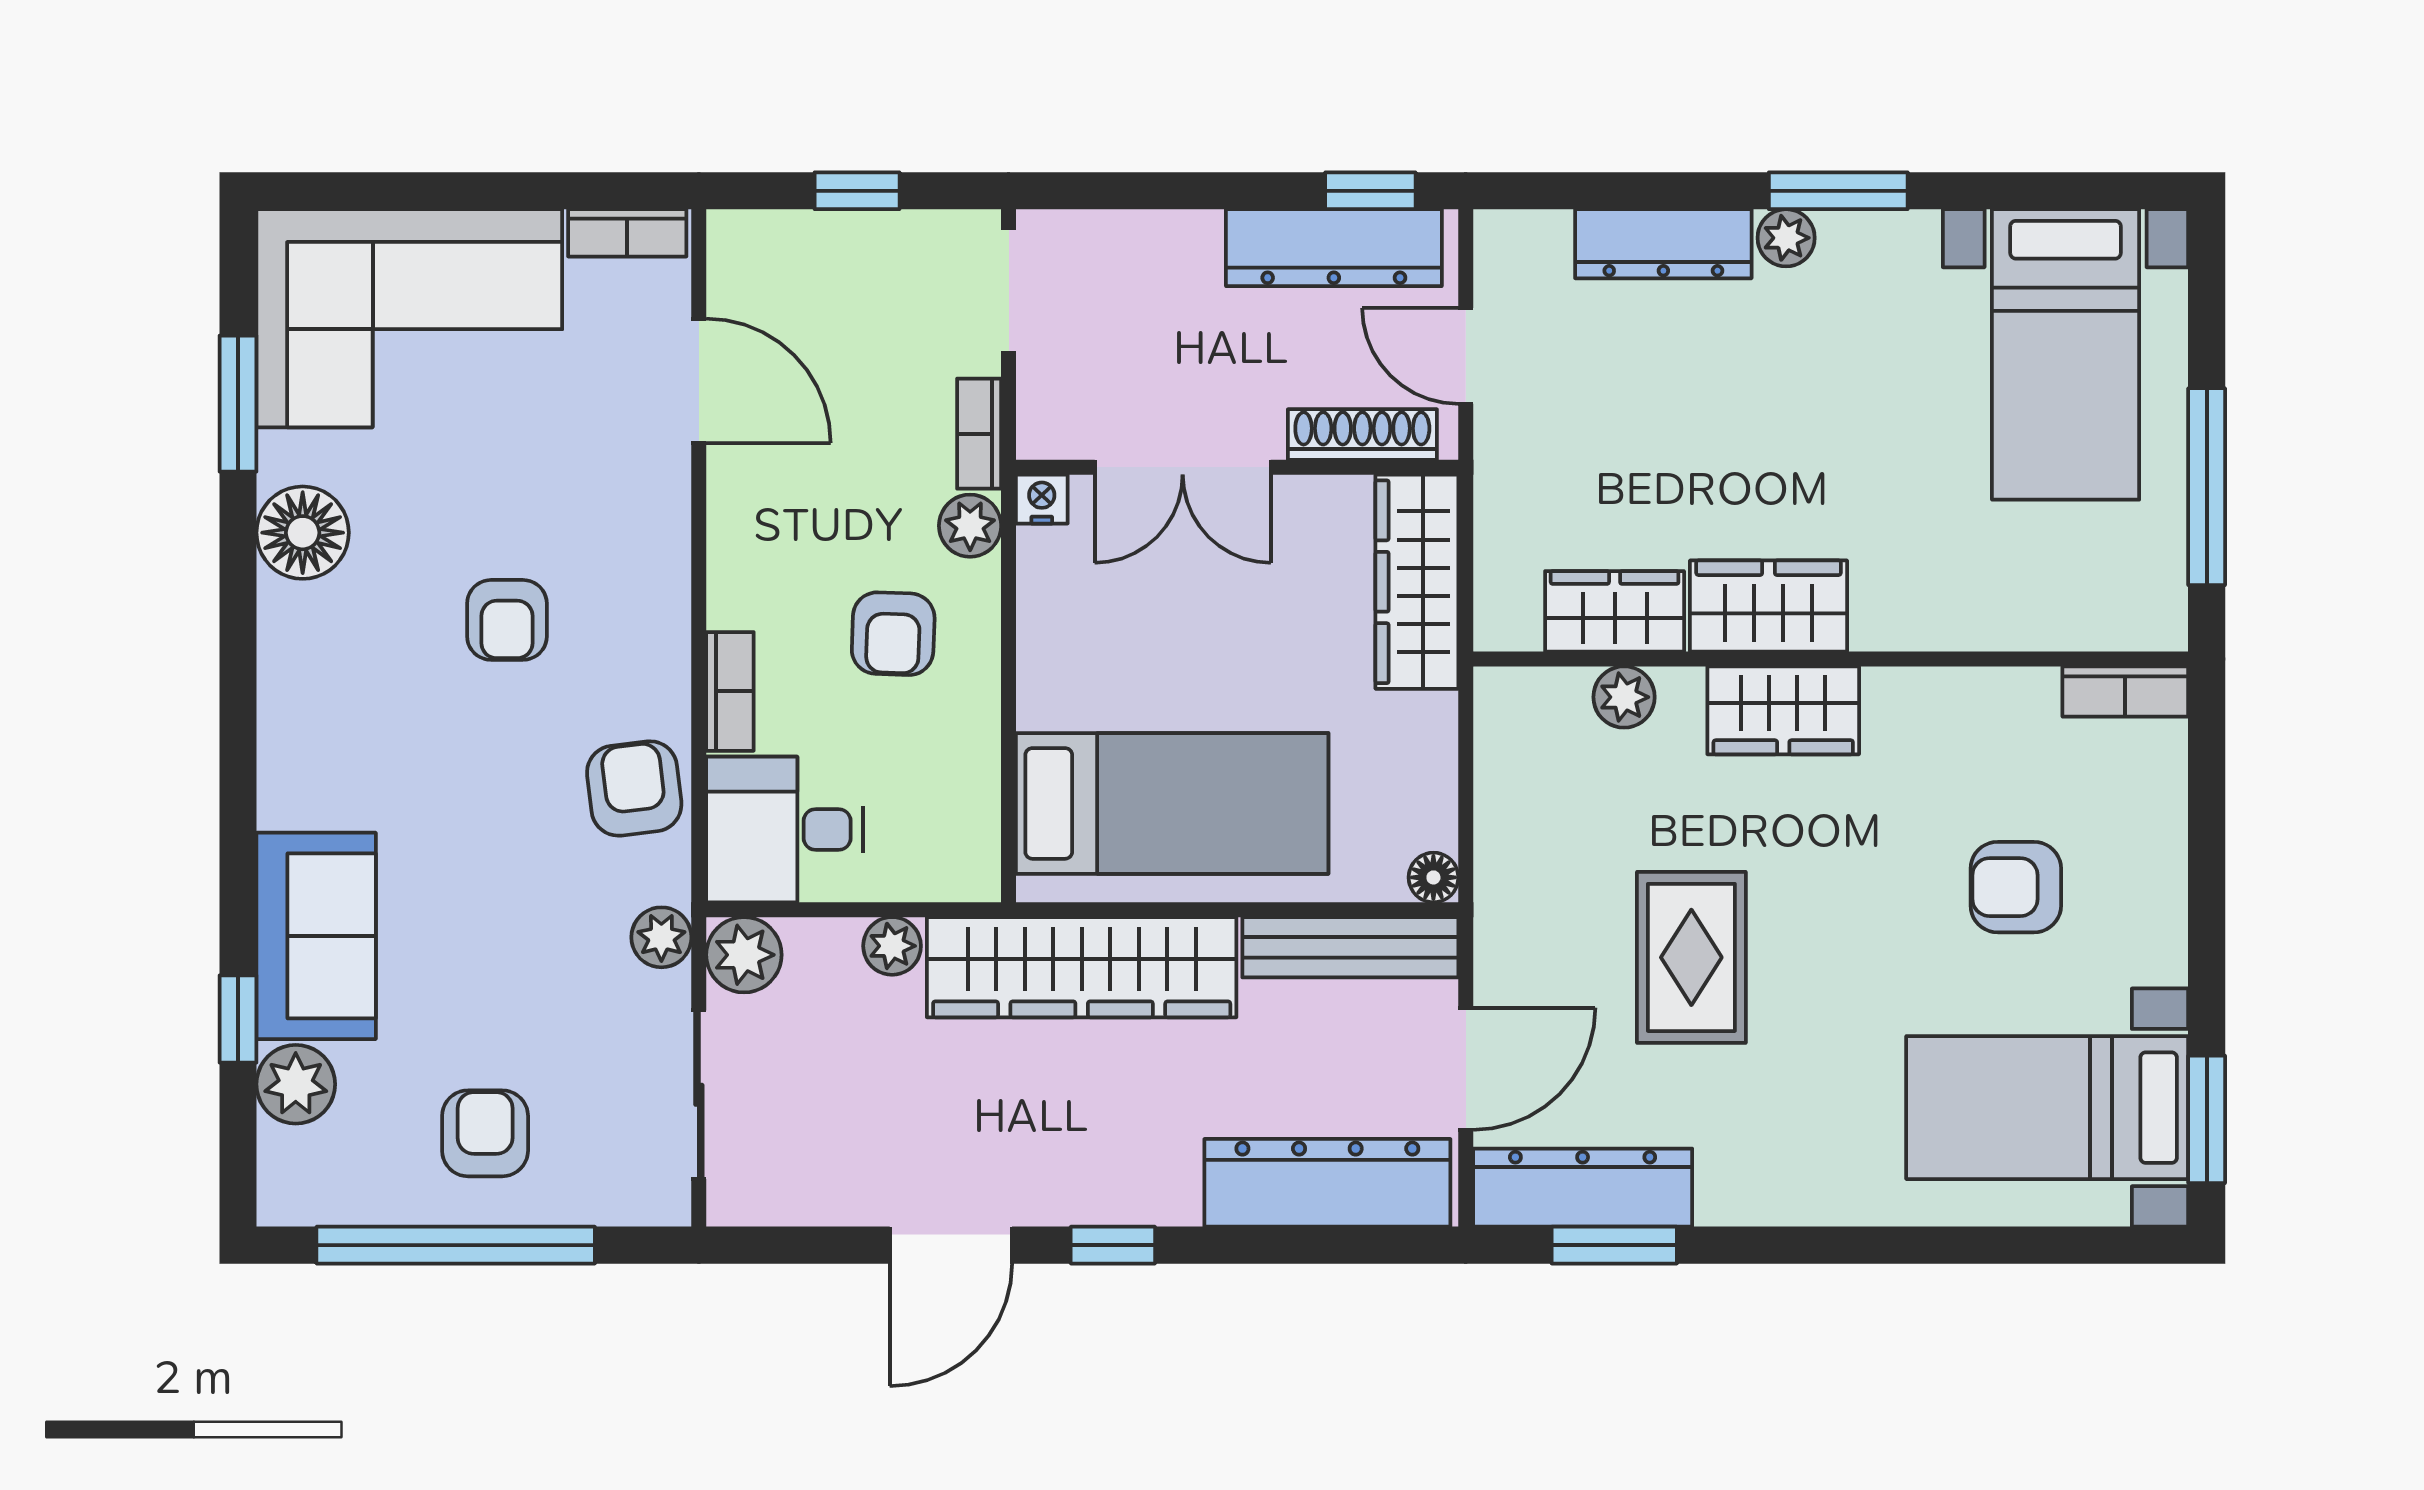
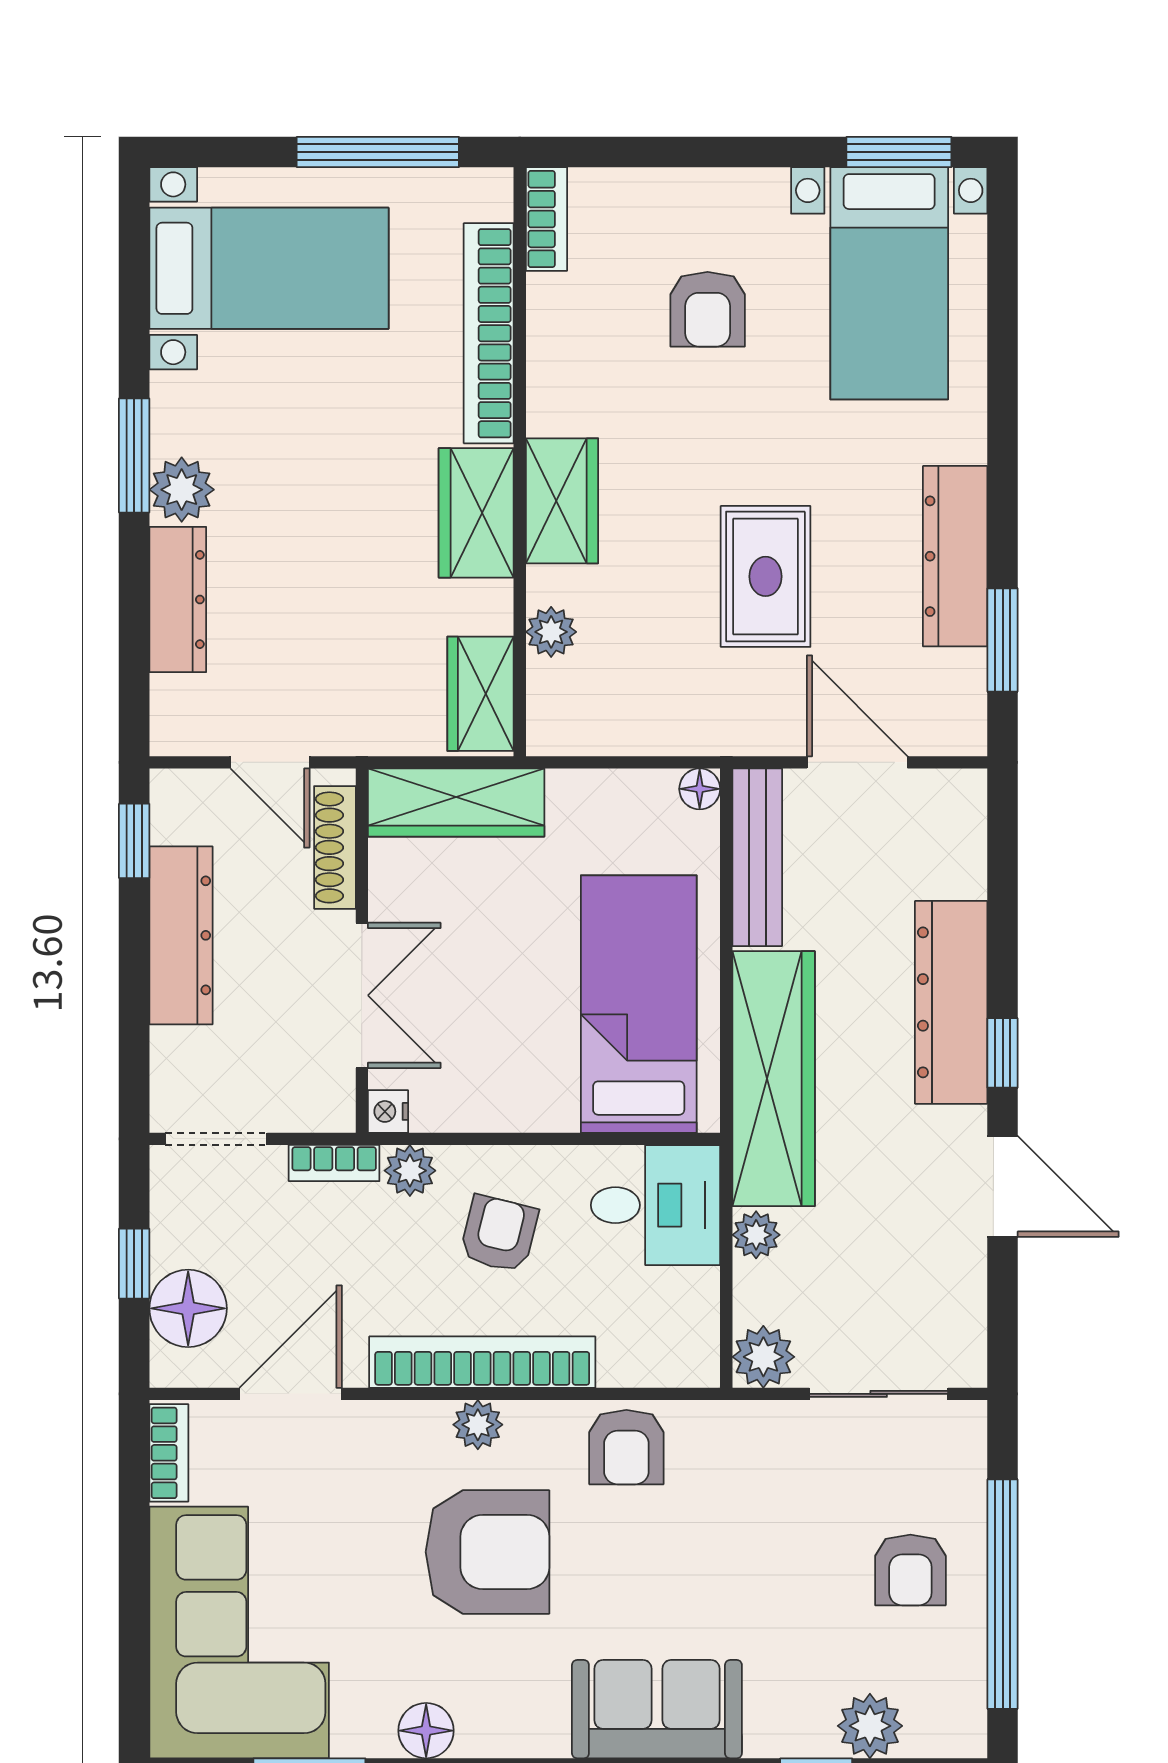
plant: (1786, 238) -> (182, 490), width x1.38, depth x1.38
dresser: (1334, 248) -> (181, 935), moved
floor lamp: (803, 256) -> (188, 1308), added
door: (1466, 356) -> (270, 762), hinge flipped
floor lamp: (303, 533) -> (426, 1731), width x0.73, depth x0.73
wardrobe: (1615, 611) -> (480, 694), moved
armchair: (507, 620) -> (488, 1552), width x1.88, depth x1.88
bookcase: (1987, 621) -> (489, 333), added
armchair: (893, 634) -> (499, 1234), turned -78
bookcase: (730, 691) -> (482, 1362), width x2.31, depth x1.31
armchair: (634, 788) -> (626, 1447), turned -83
desk: (785, 829) -> (655, 1205), moved, turned -90
sofa: (316, 936) -> (657, 1709), moved
plant: (661, 937) -> (478, 1425), moved
rug: (1691, 957) -> (766, 576), turned 90
armchair: (485, 1133) -> (910, 1570), turned -90
dresser: (1327, 1183) -> (951, 1002), moved
dresser: (1583, 1188) -> (955, 556), moved

